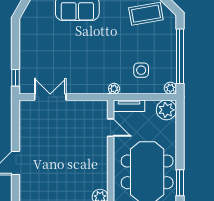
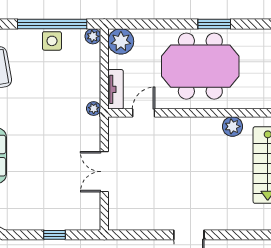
side table: (141, 70) -> (52, 41), moved
window: (16, 78) -> (54, 235), moved
double door: (50, 97) -> (104, 172), moved

